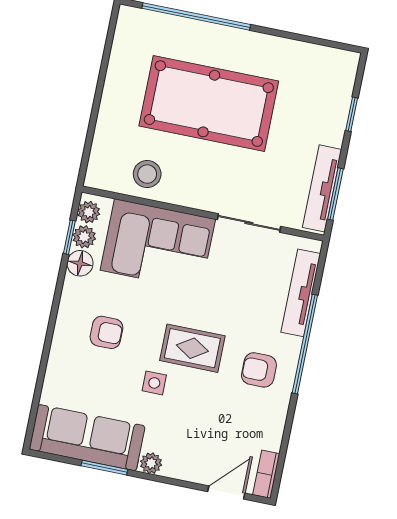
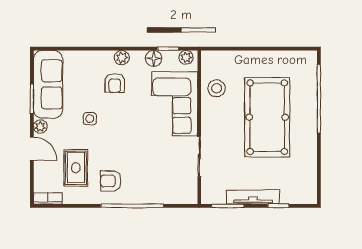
tv unit: (322, 188) -> (253, 197), moved
plant: (84, 237) -> (122, 58), moved
tv unit: (301, 293) -> (163, 197), removed
rug: (192, 348) -> (76, 168), moved
armchair: (259, 370) -> (111, 181), turned -90
door: (226, 492) -> (32, 149), moved

